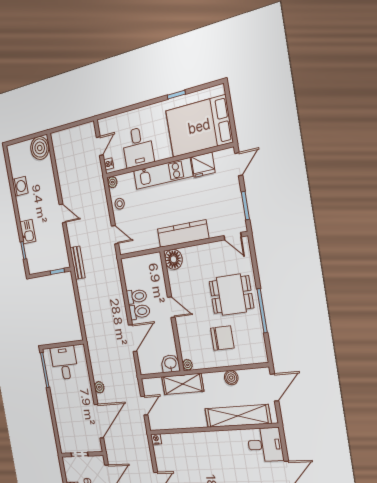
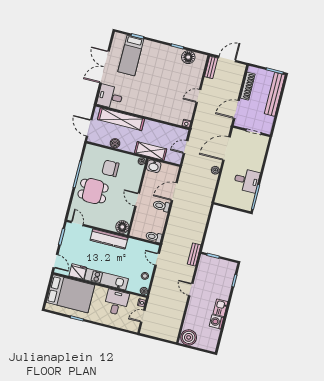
door: (239, 164) -> (55, 261), swing flipped
kitchen sink: (28, 232) -> (220, 308), moved
toilet: (137, 296) -> (154, 237), moved
desk: (64, 363) -> (247, 180), moved, turned -90
door: (274, 387) -> (89, 128), hinge flipped

